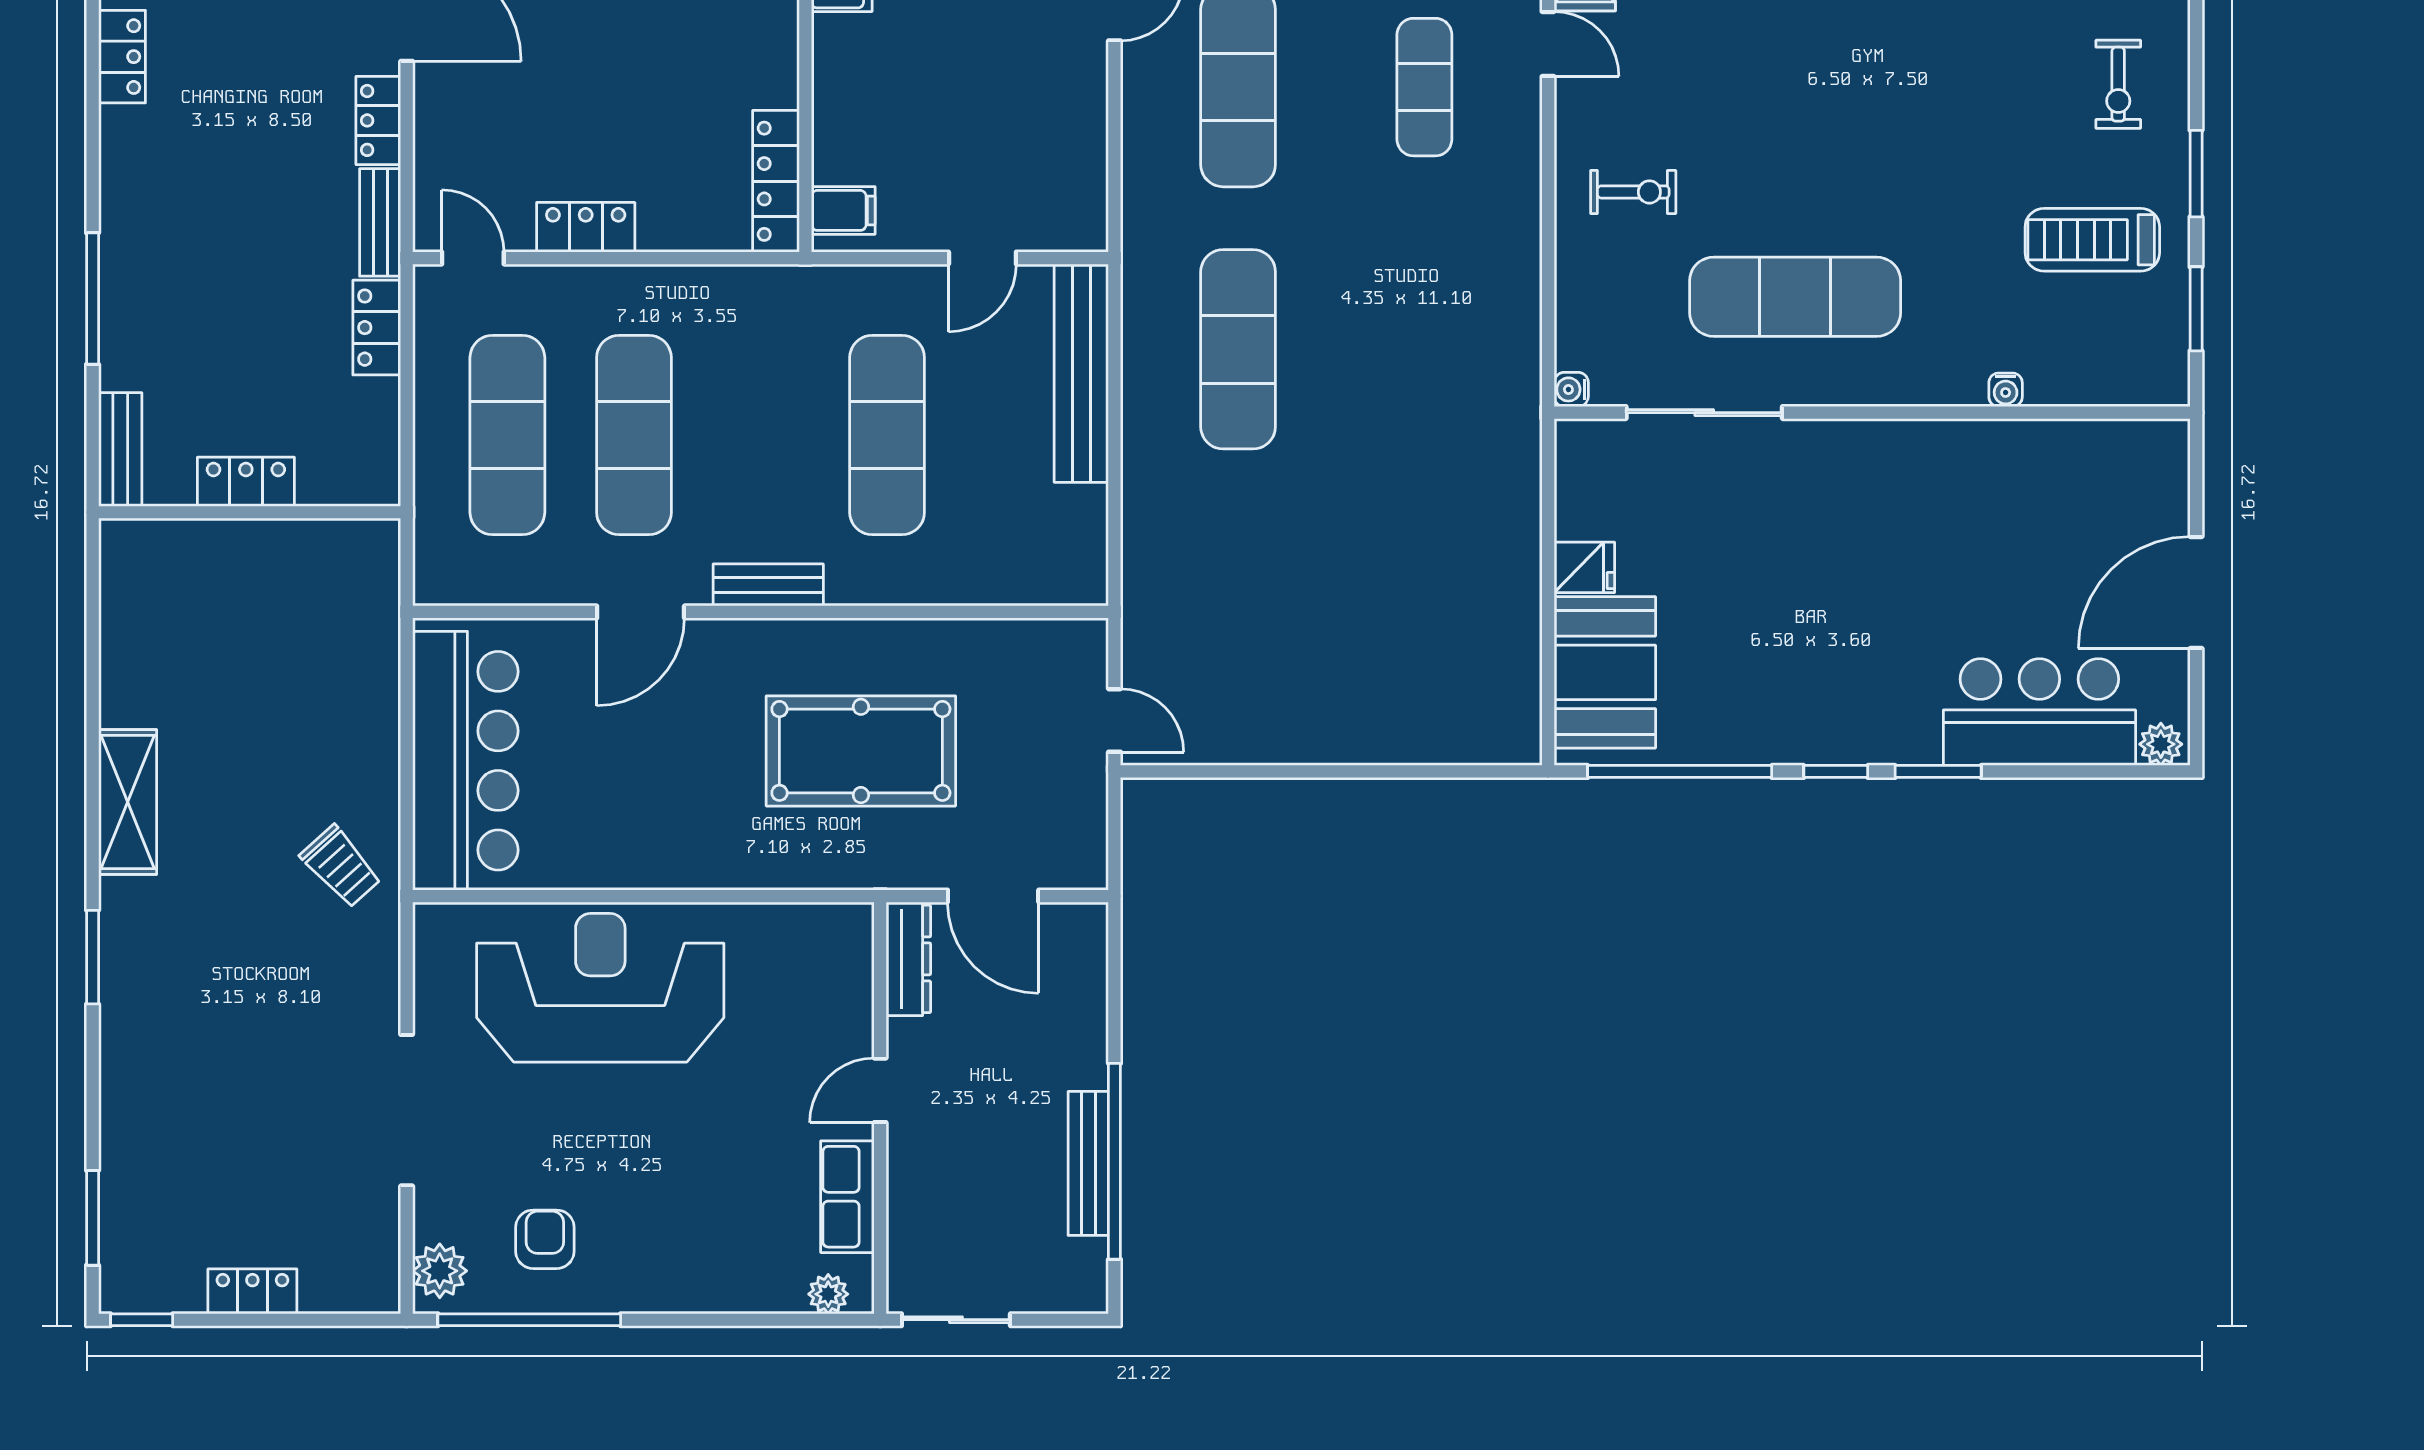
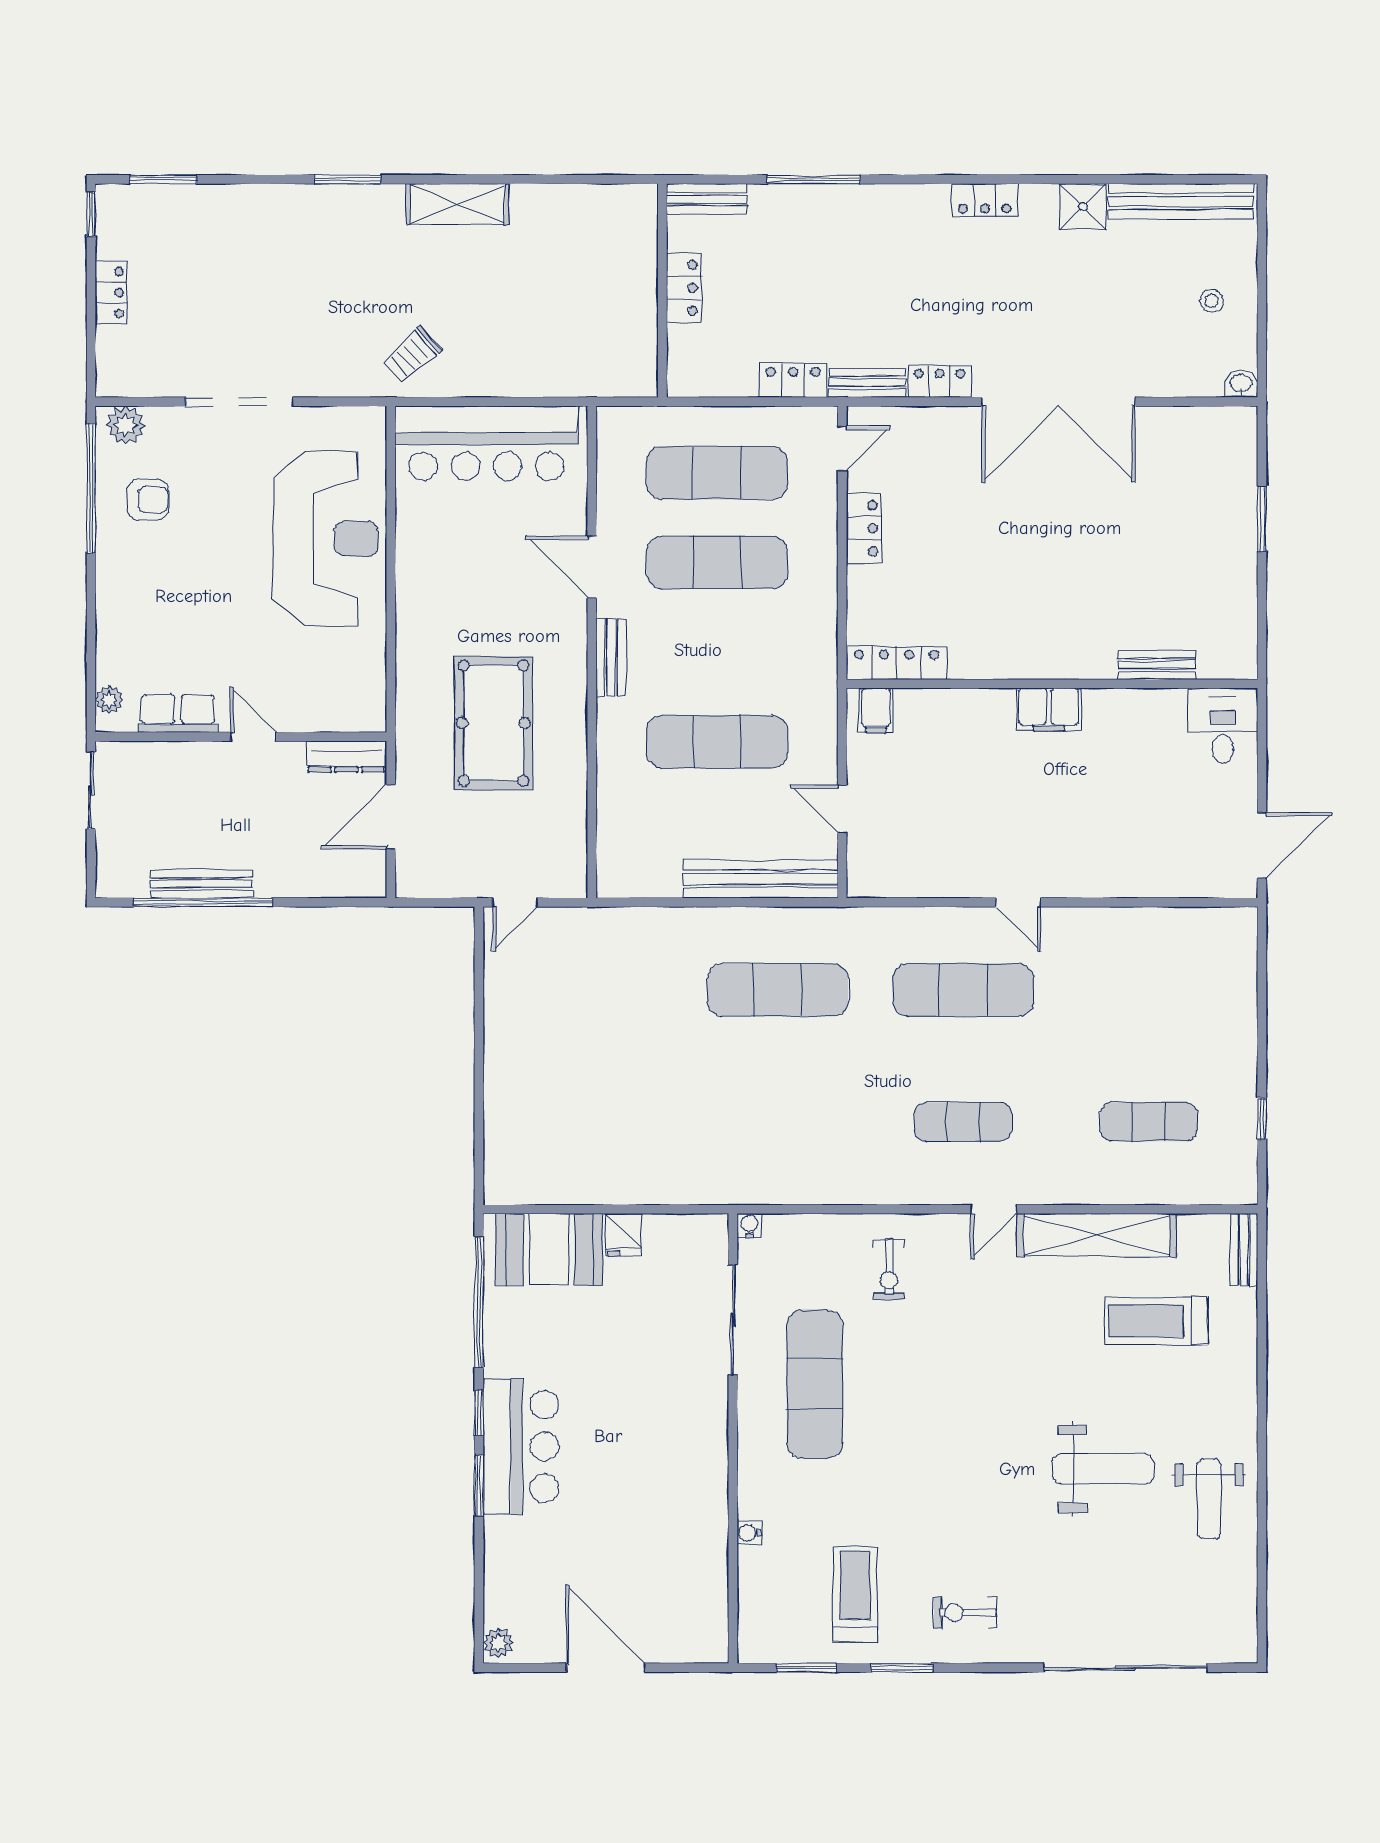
bar counter: (2039, 712) -> (521, 1446), moved

